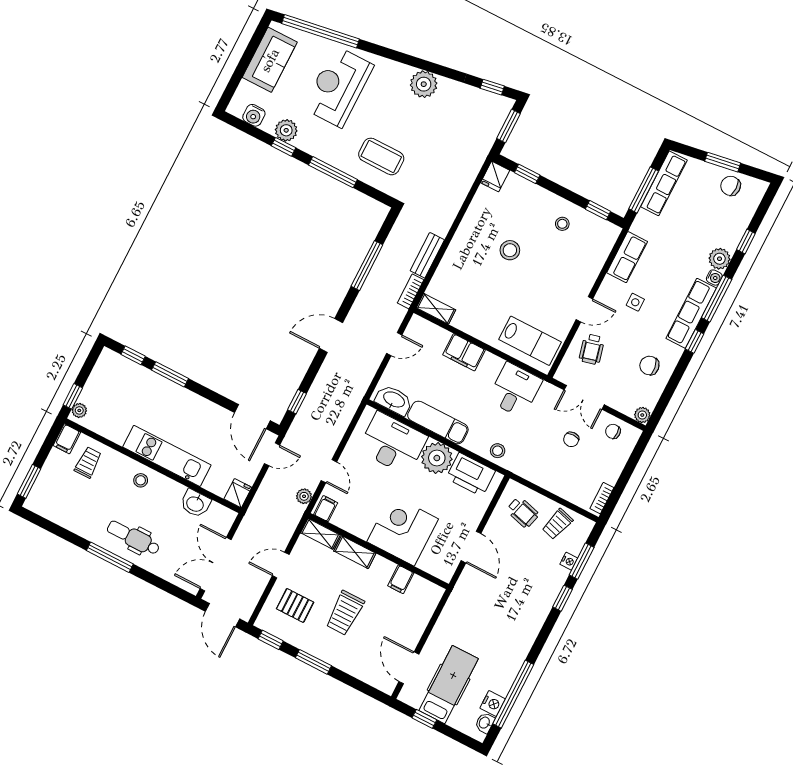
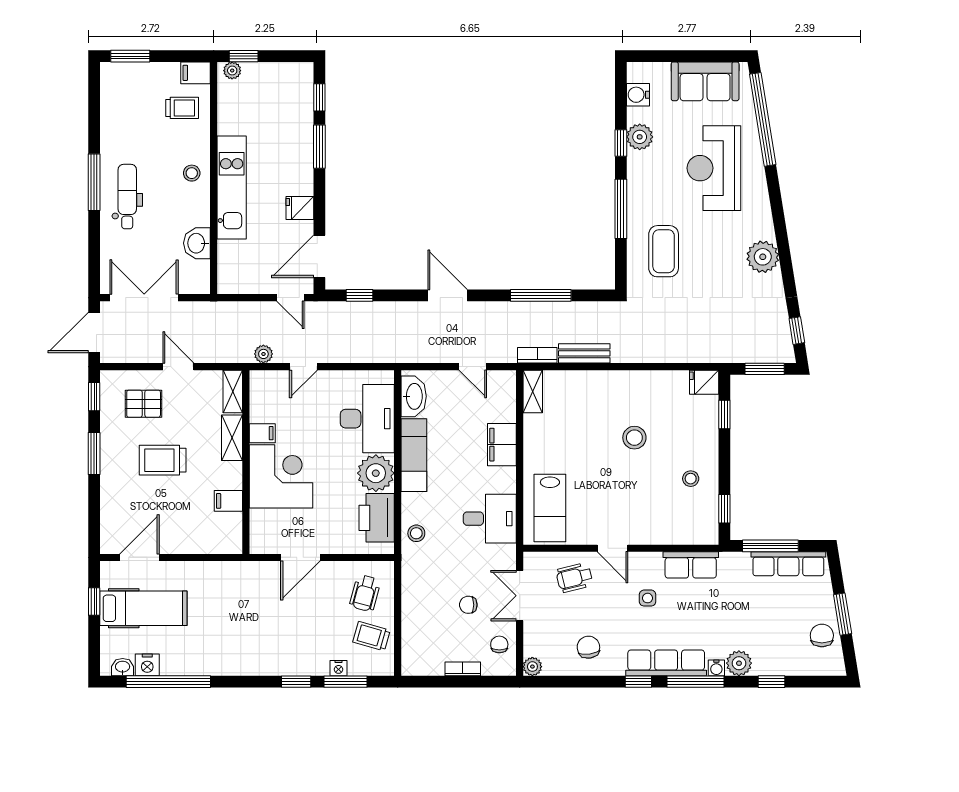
reception desk: (338, 87) -> (714, 168), turned -90
fridge: (238, 493) -> (300, 208), moved, turned 180
bookcase: (602, 498) -> (463, 669), moved
filing cabinet: (326, 509) -> (262, 433), moved
pallet: (295, 605) -> (144, 404), turned 90

